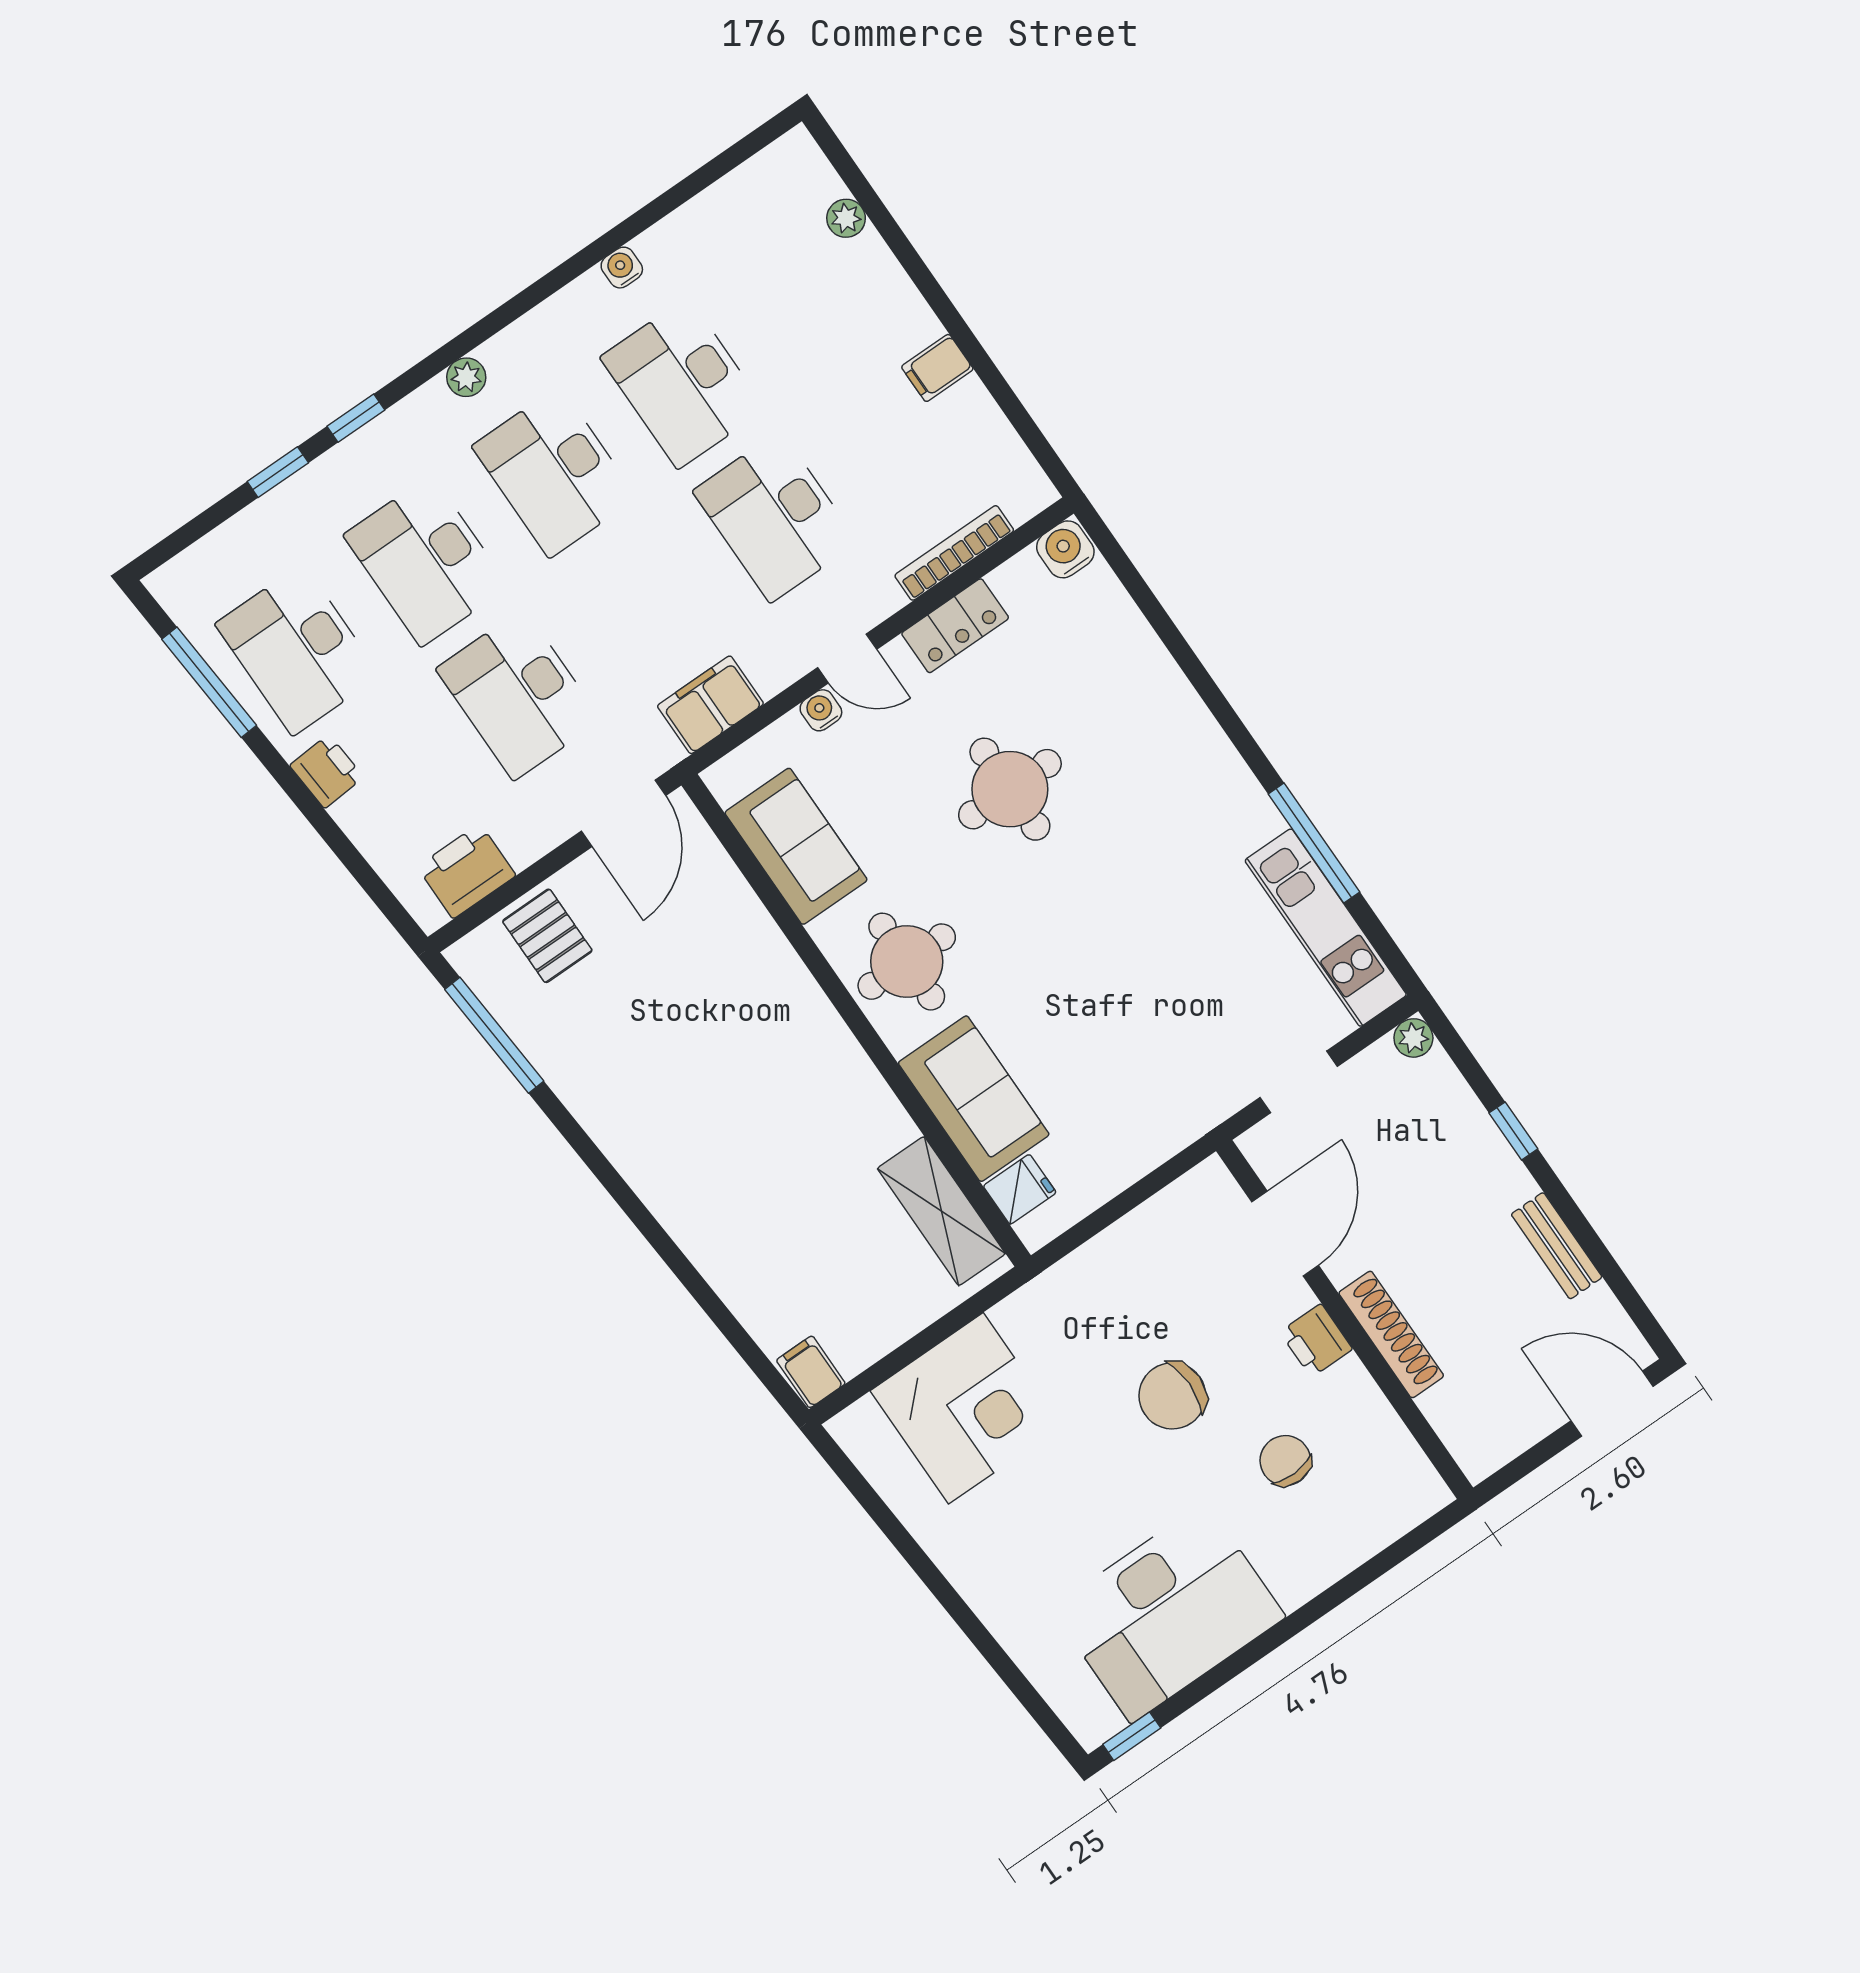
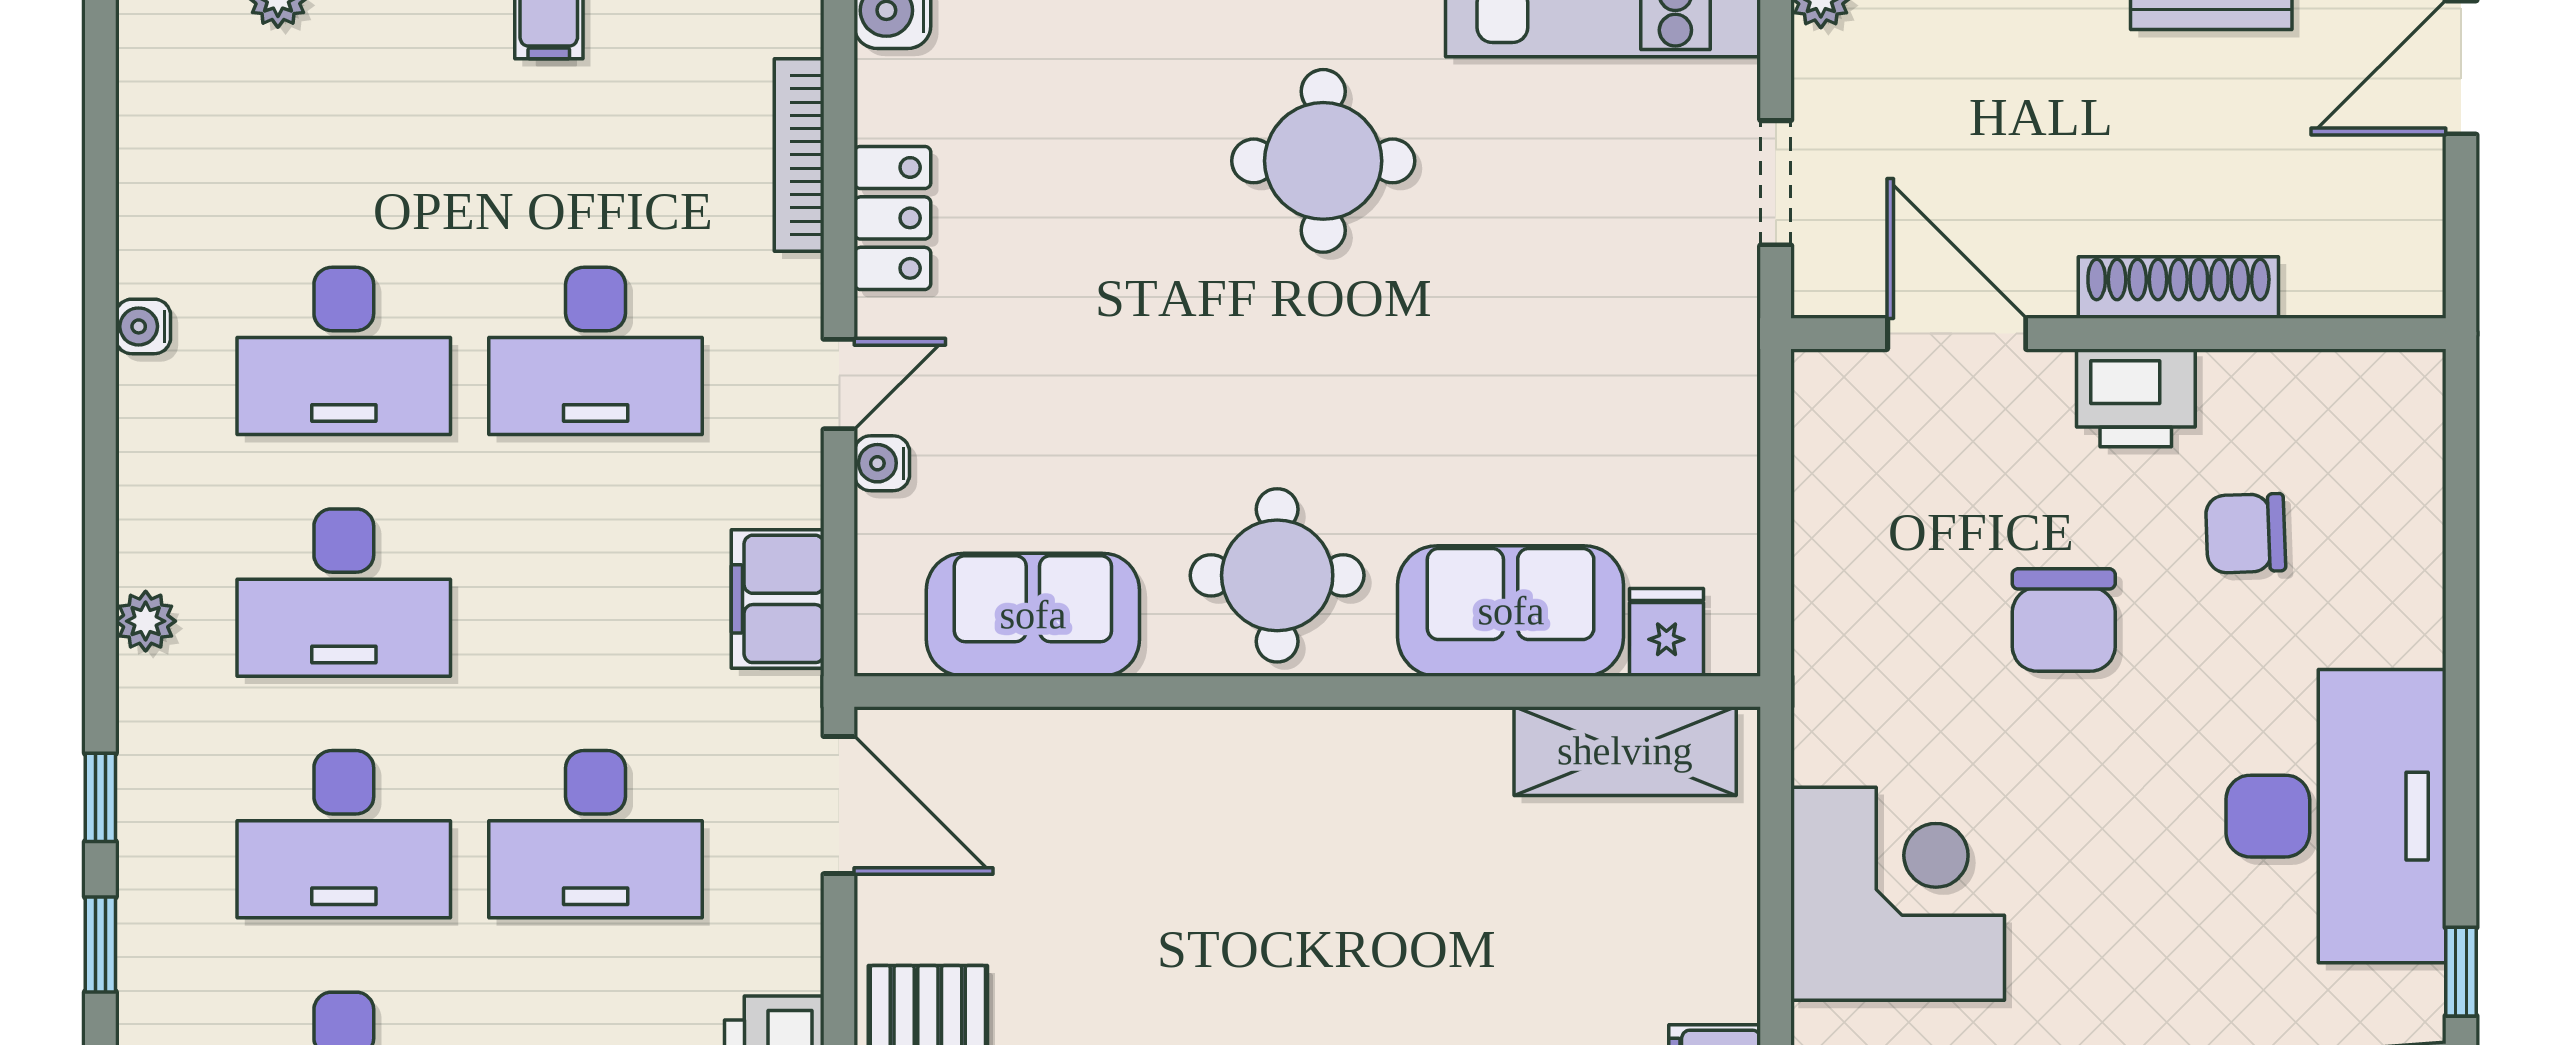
round table: (1010, 789) -> (1323, 161), moved
printer: (1316, 1341) -> (2136, 398), width x1.36, depth x1.24

